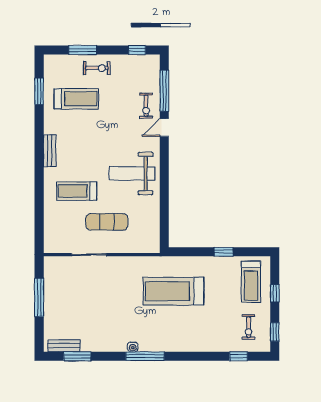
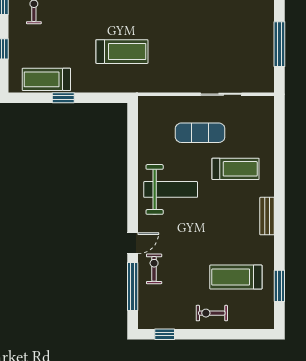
window: (83, 50) -> (228, 334), removed
treadmill: (251, 282) -> (46, 79), moved, turned -90
treadmill: (173, 291) -> (122, 52), width x0.73, depth x0.73

